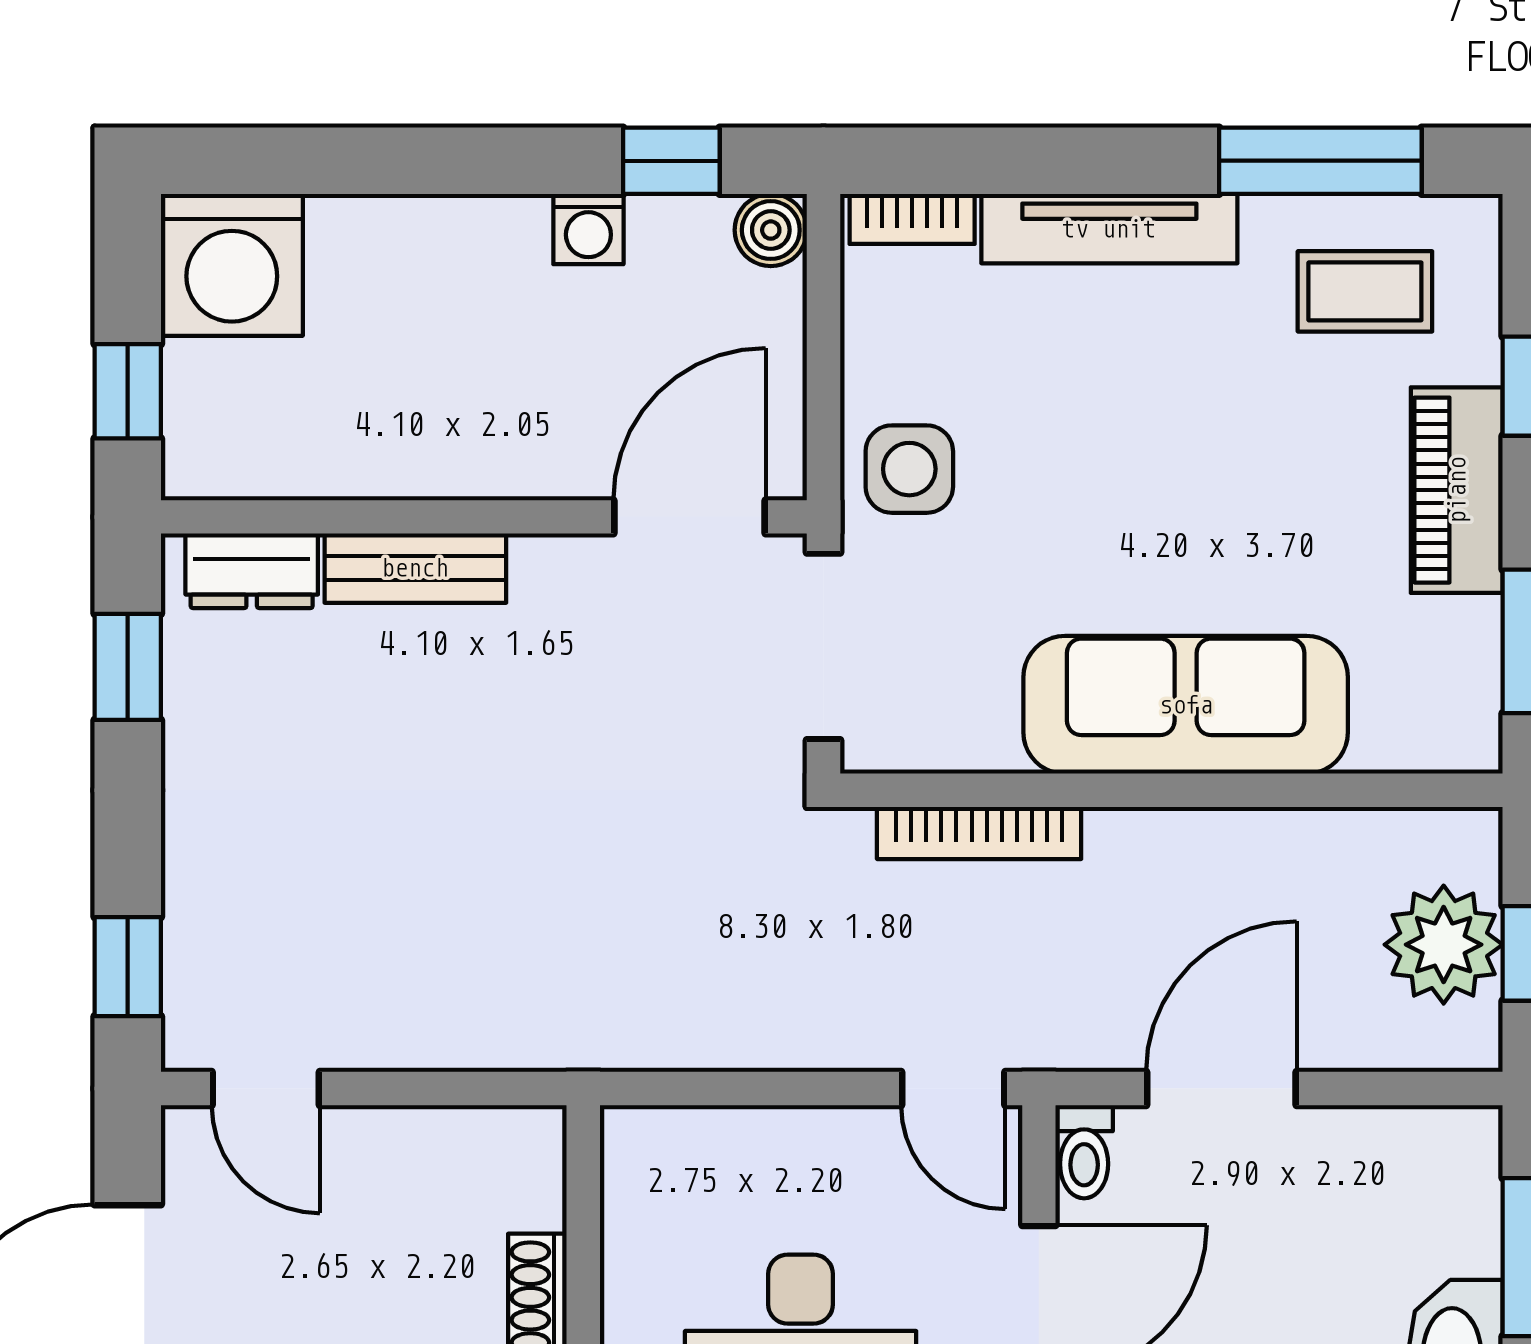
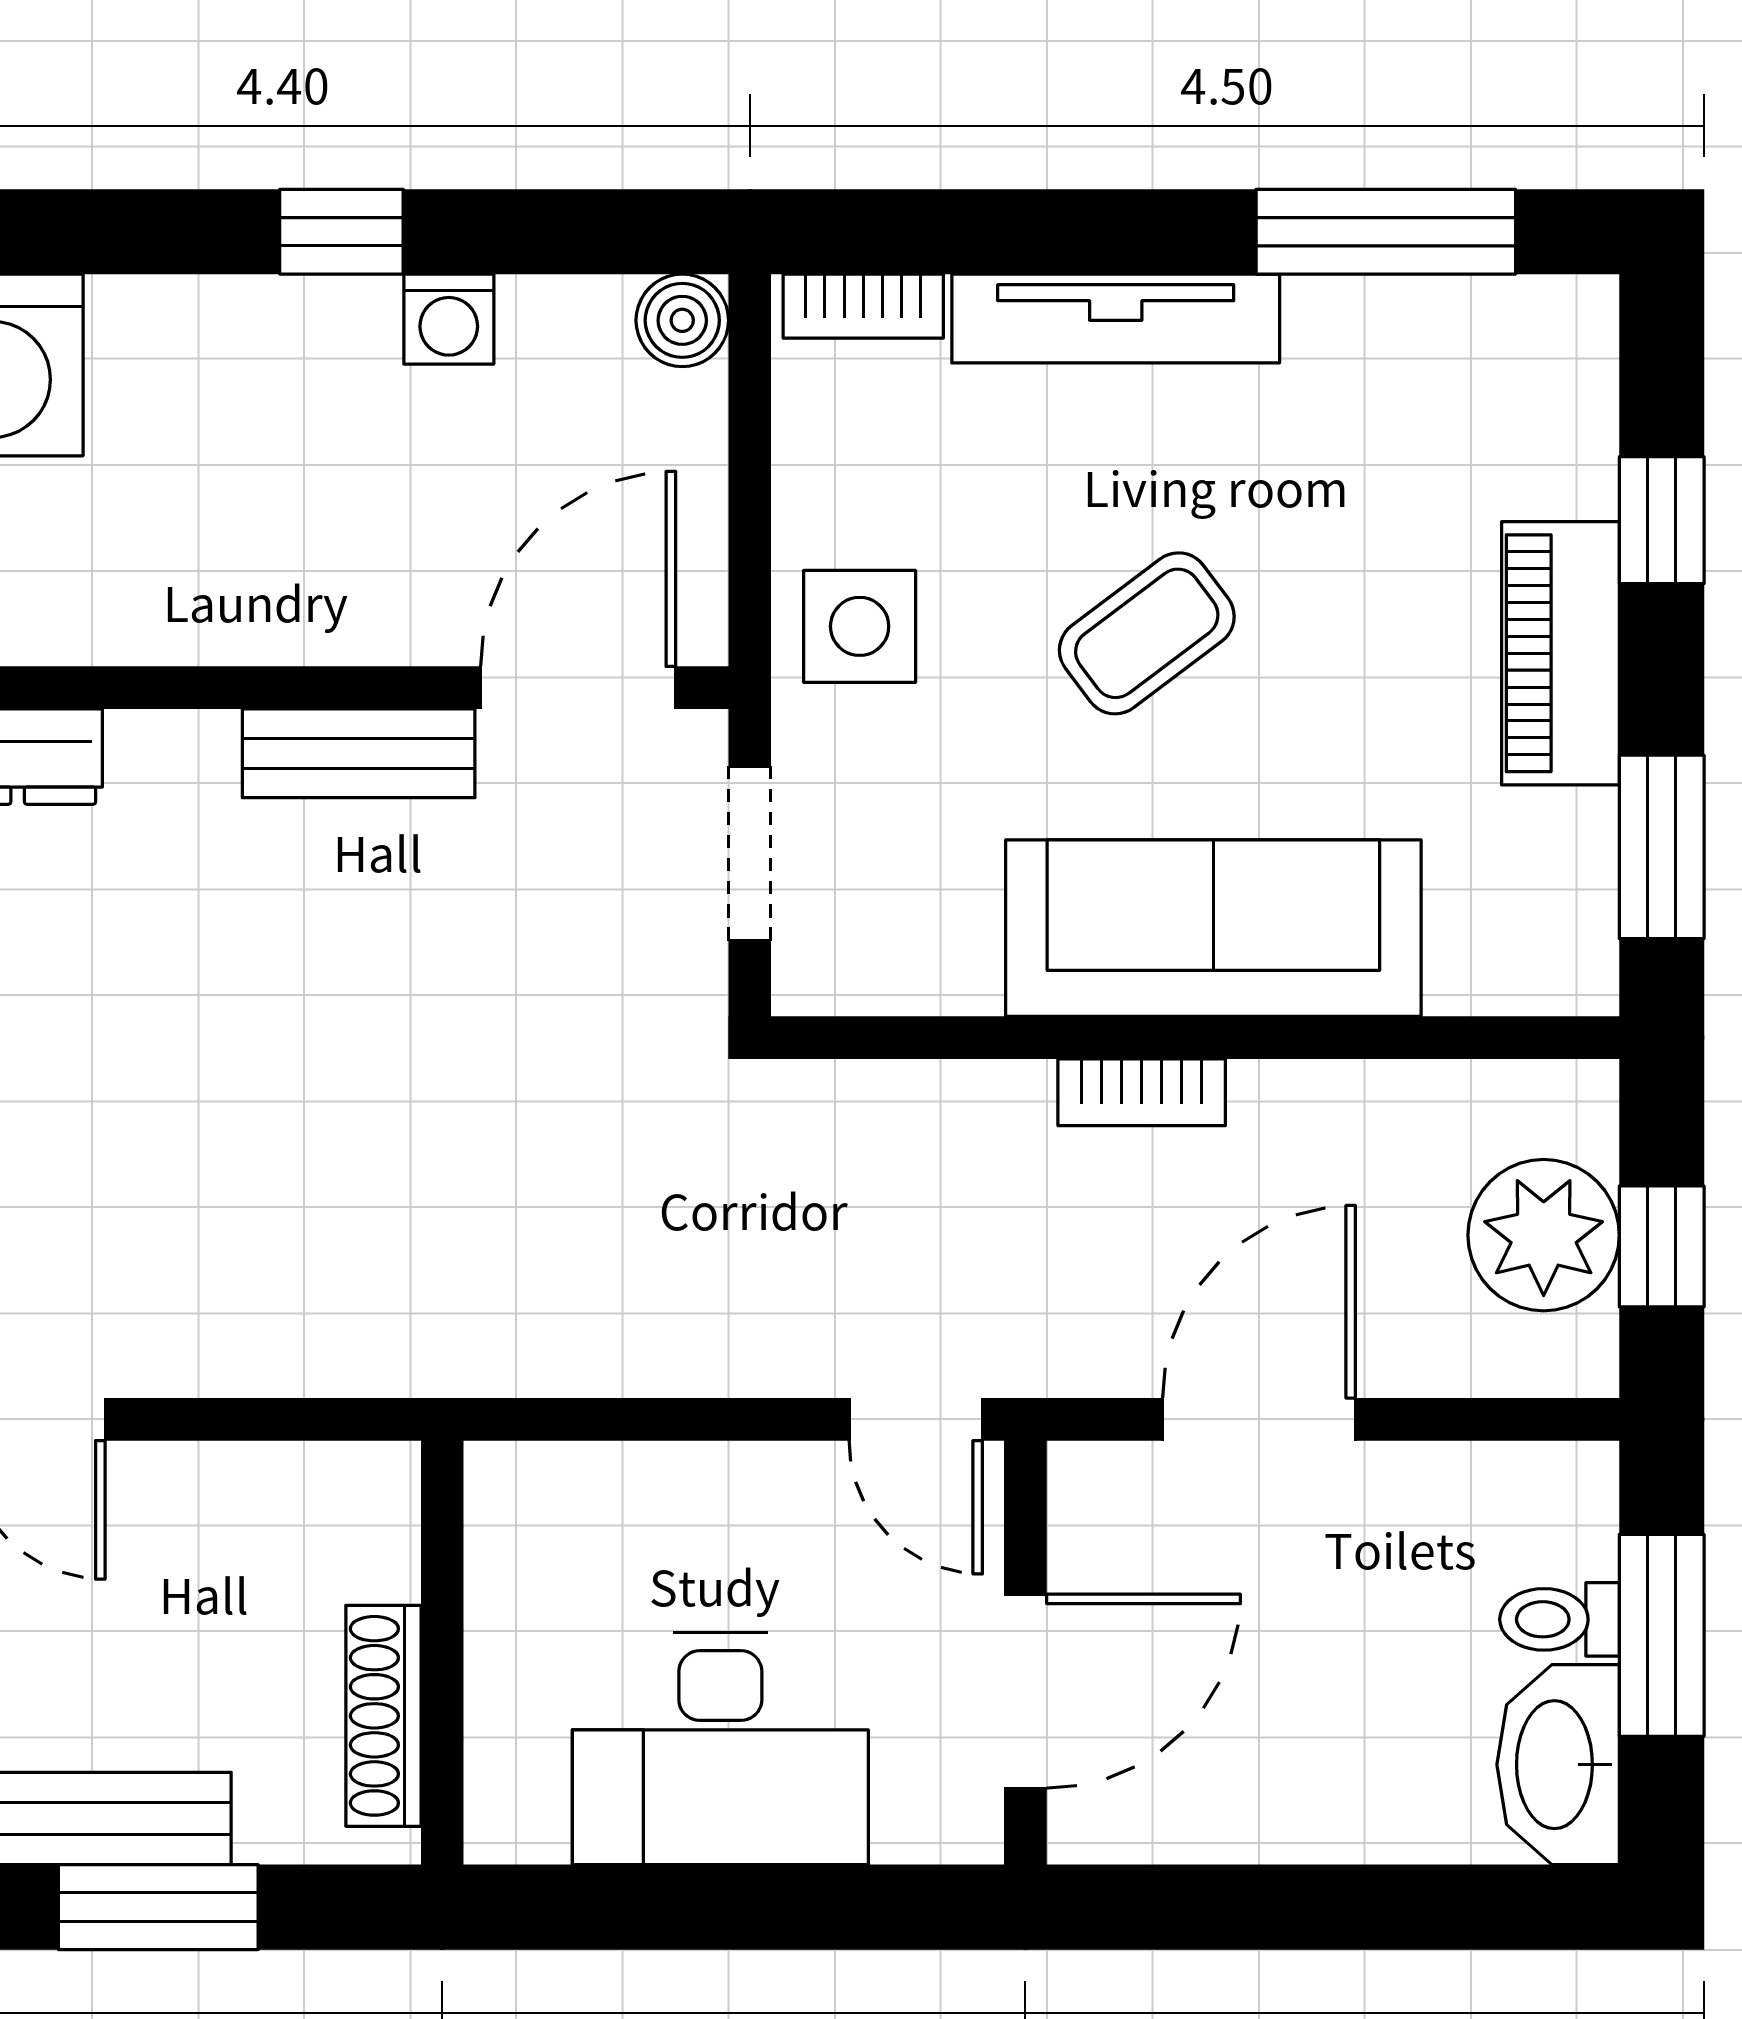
window: (671, 161) -> (341, 232), moved
coffee table: (1365, 291) -> (1147, 633), moved, turned -37
bench: (415, 568) -> (359, 753), moved
doorway: (824, 646) -> (750, 853), width x0.73
bookcase: (979, 833) -> (1142, 1092), moved, width x0.64
toilet: (1084, 1152) -> (1560, 1619), moved, turned 90

